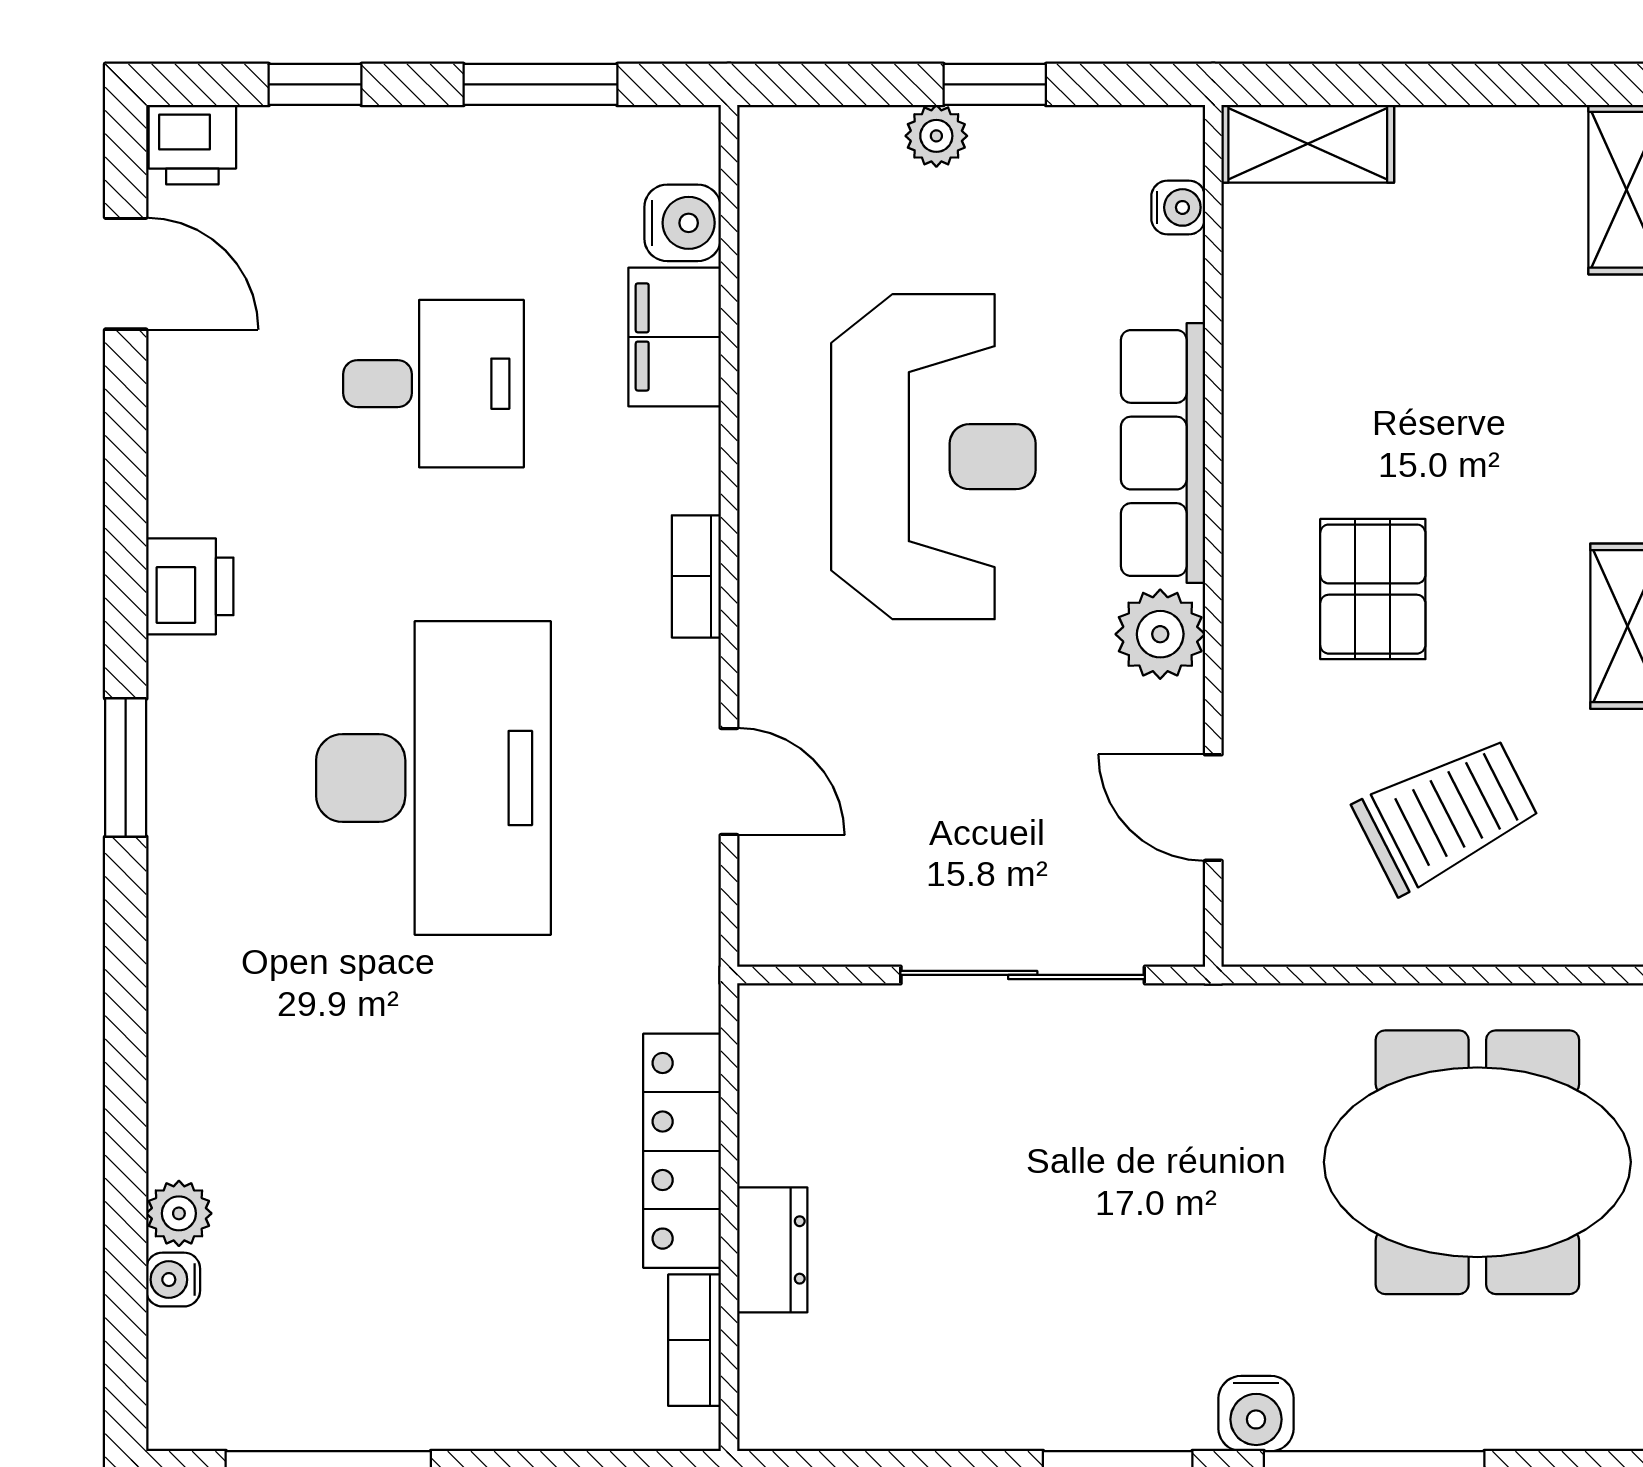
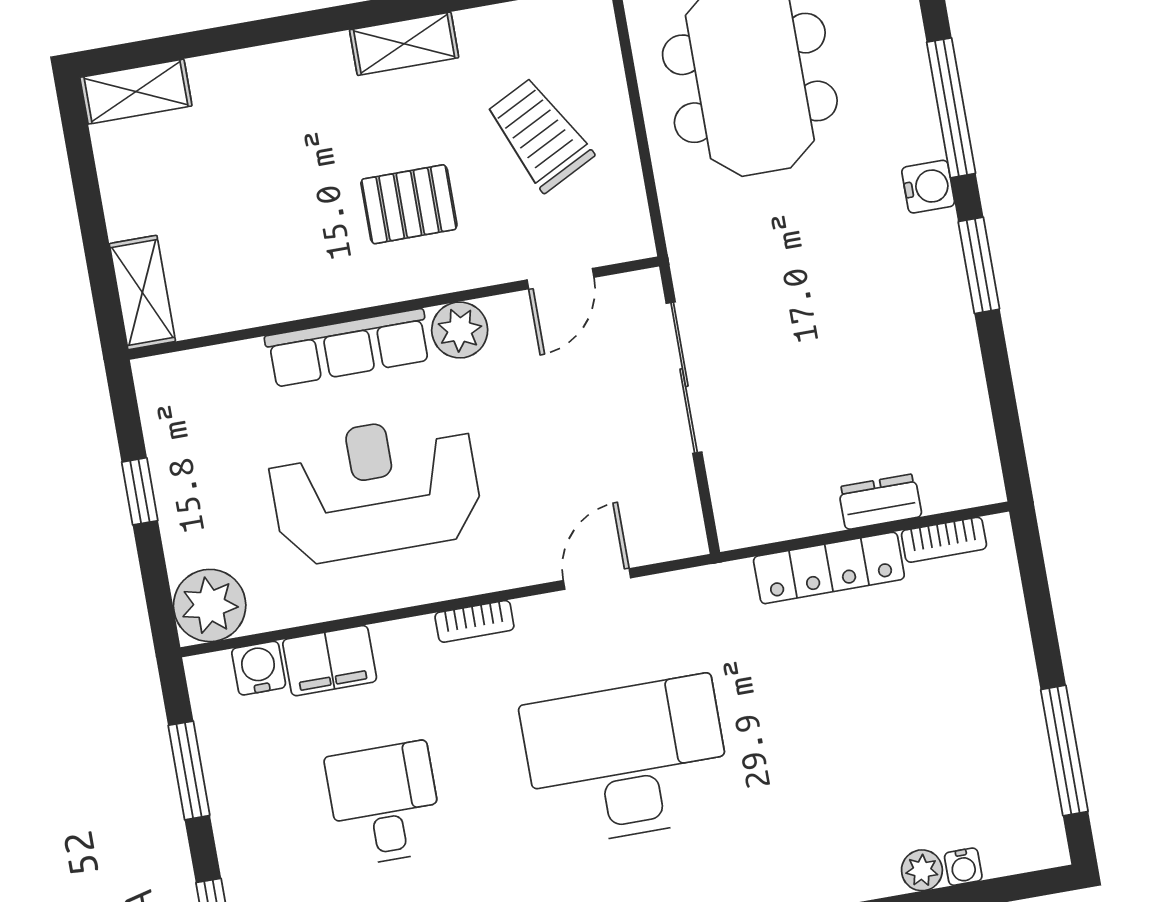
plant: (936, 136) -> (210, 605), moved, width x1.88, depth x1.88
water cooler: (1178, 207) -> (195, 365), removed

